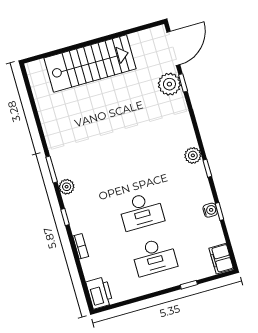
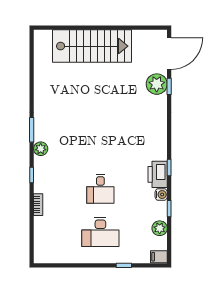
plant: (193, 155) -> (160, 228), moved
water cooler: (210, 210) -> (161, 194), moved
desk: (141, 211) -> (100, 189), width x0.73
filing cabinet: (221, 259) -> (159, 257), width x0.50
printer: (99, 293) -> (158, 174), moved, turned 180

